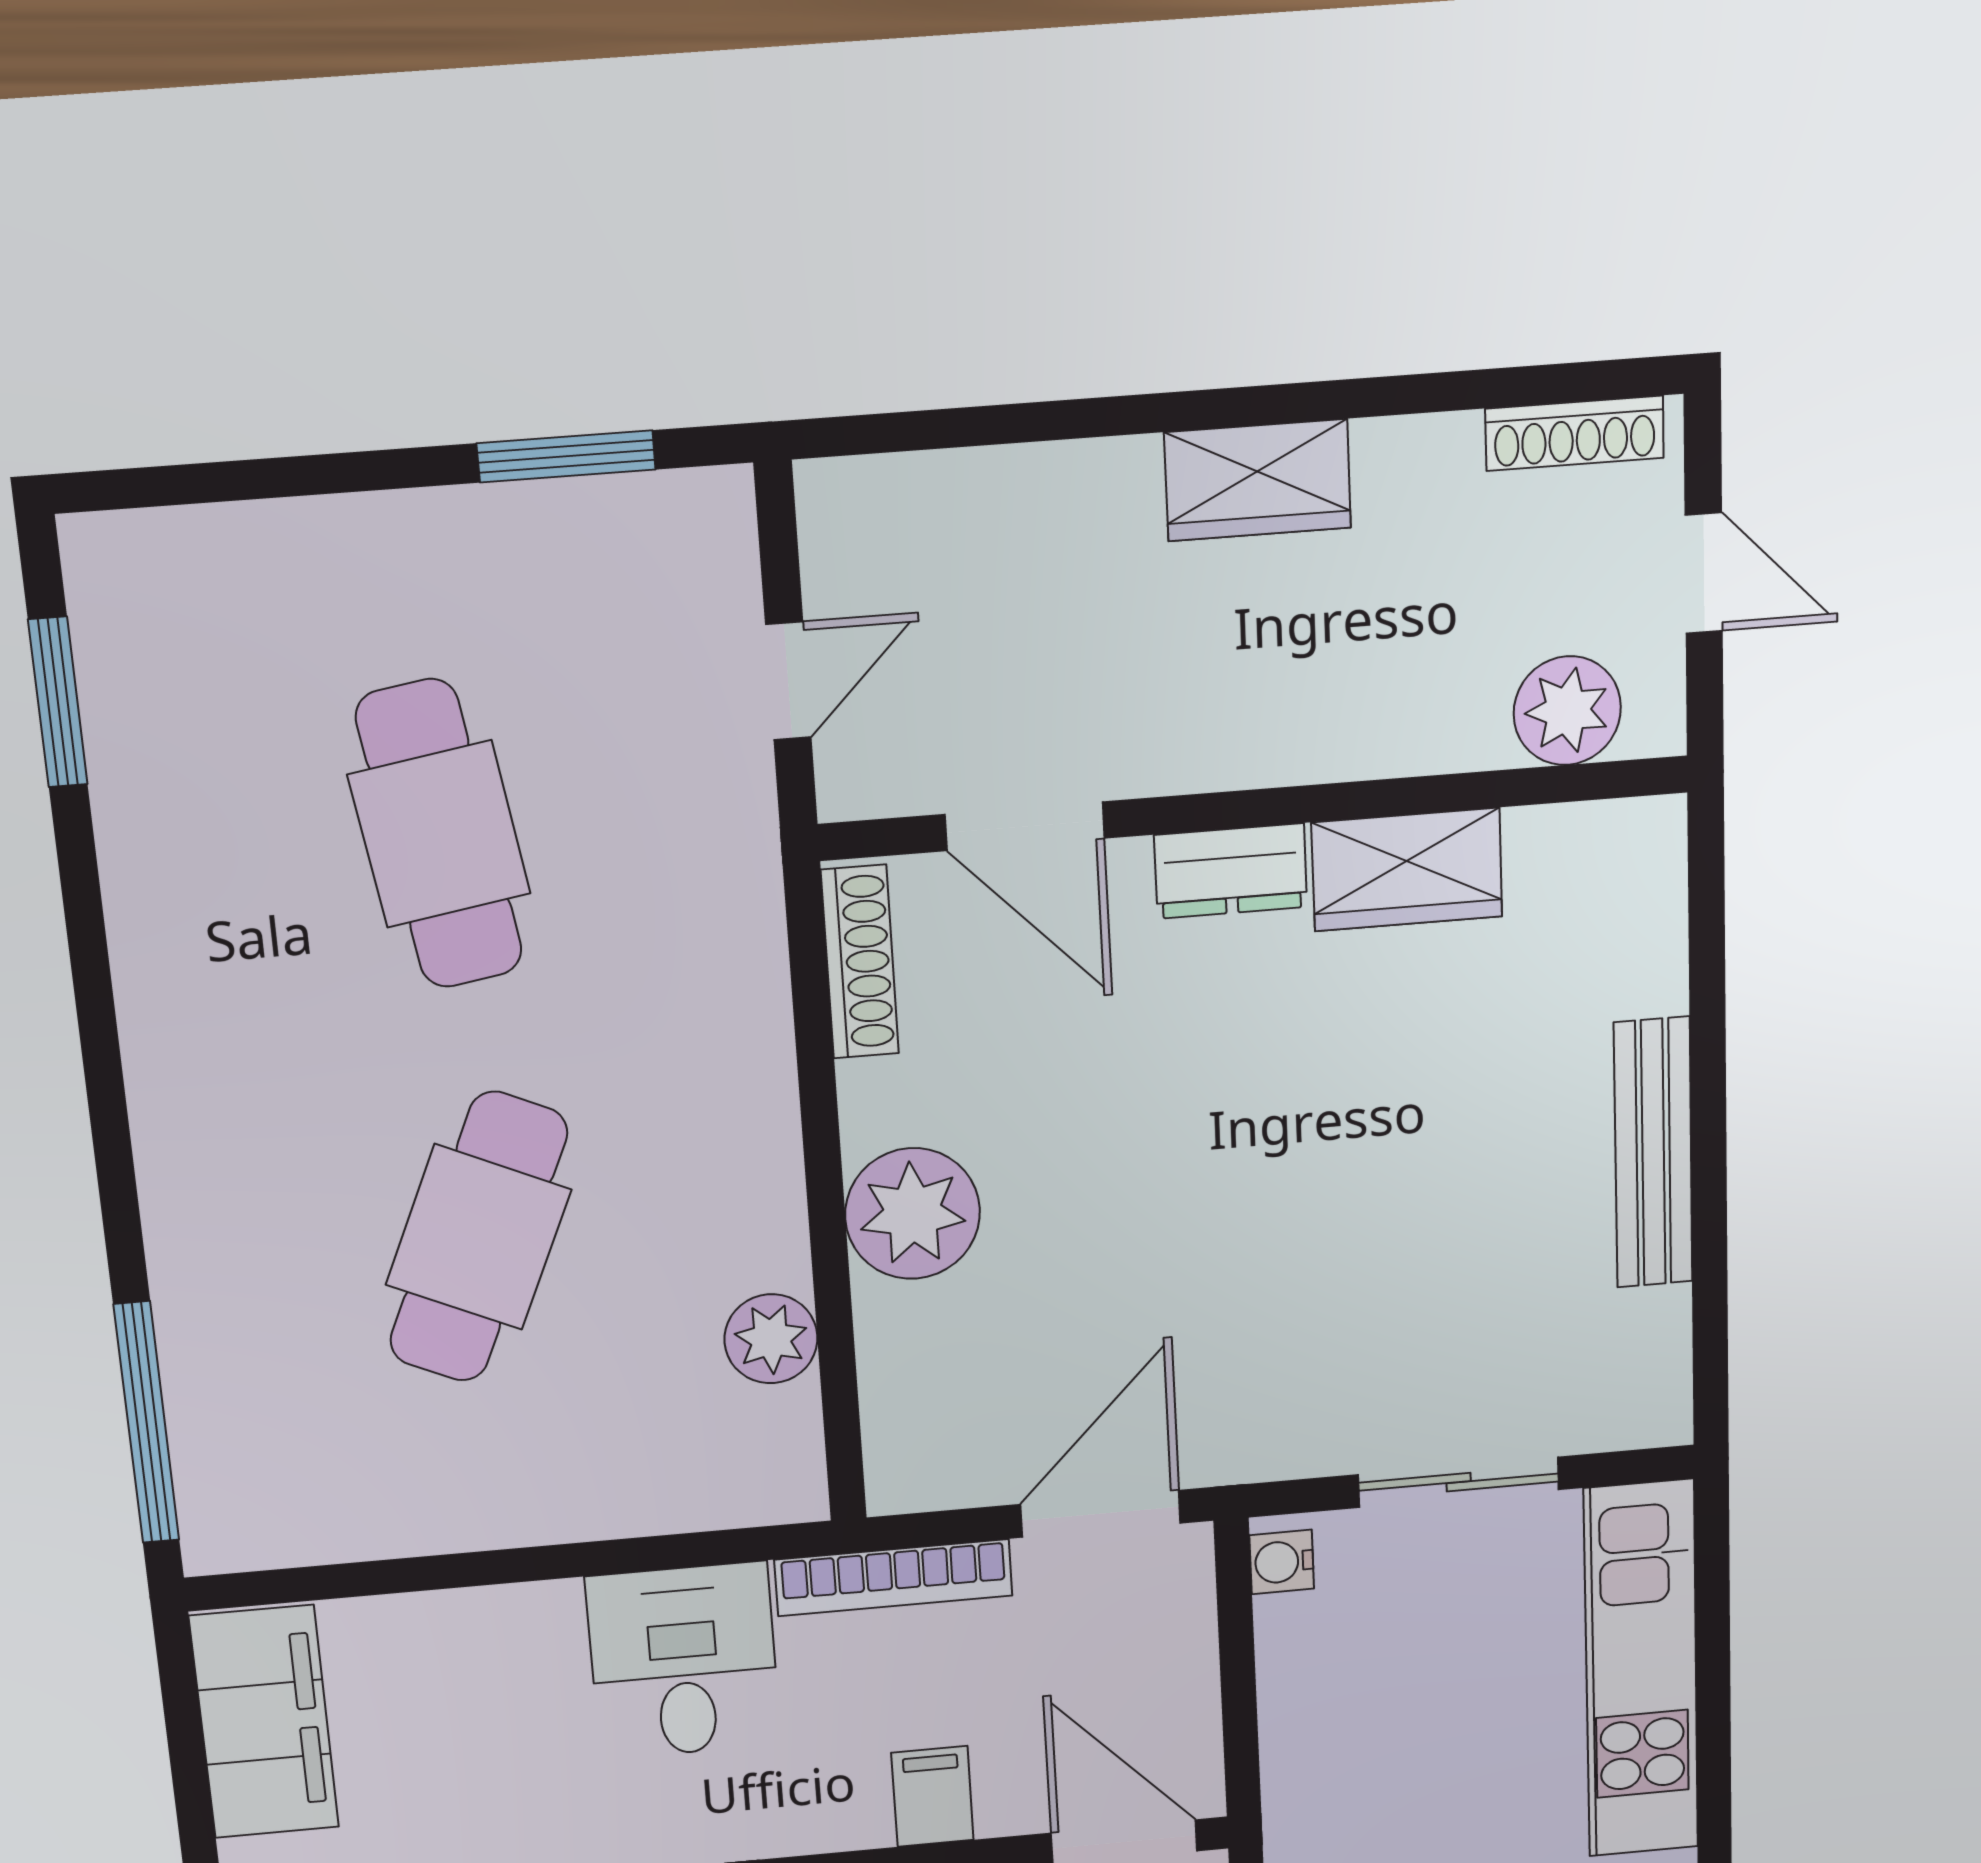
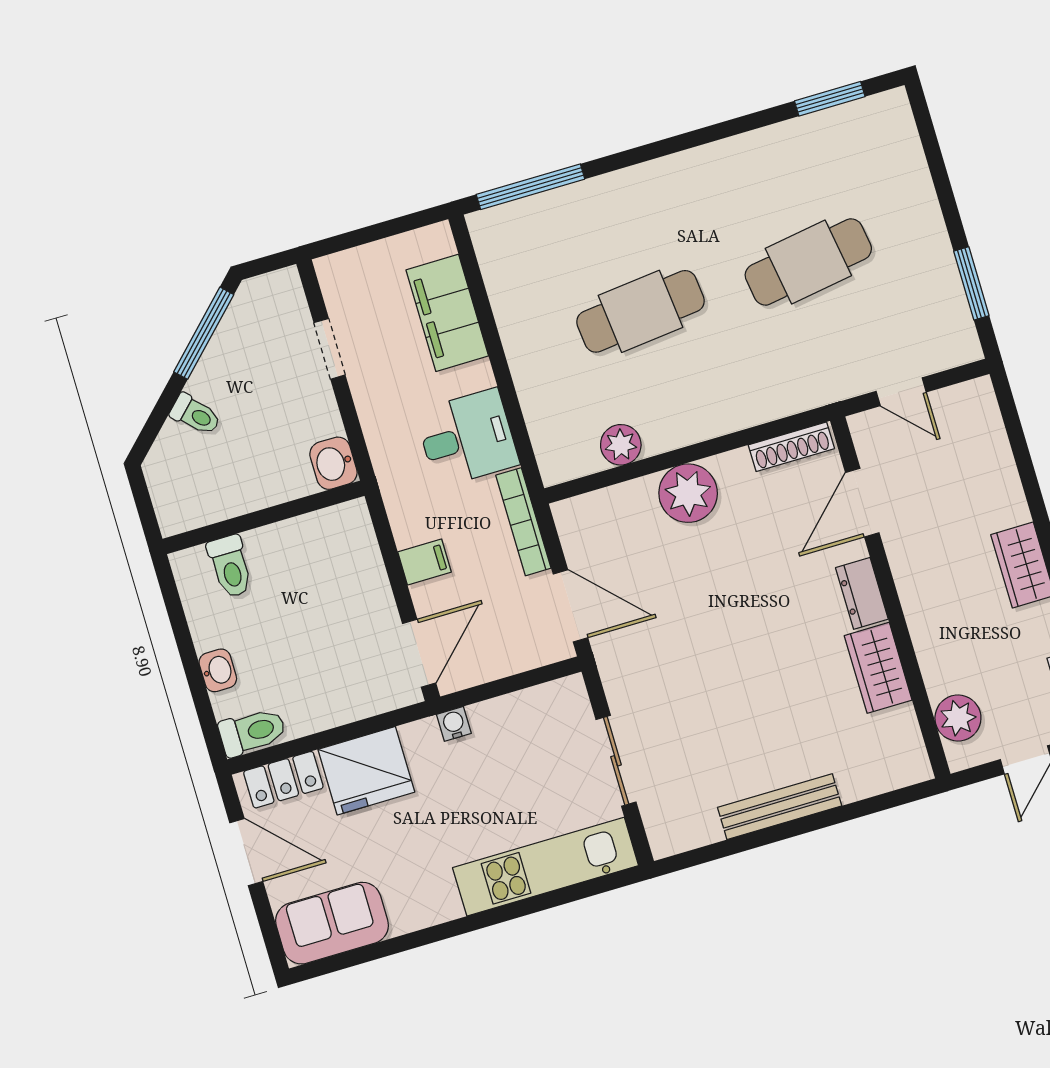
cafe table: (478, 1237) -> (641, 311), turned -30
water cooler: (1282, 1562) -> (454, 724), moved
filing cabinet: (264, 1722) -> (447, 313), moved, turned 90

